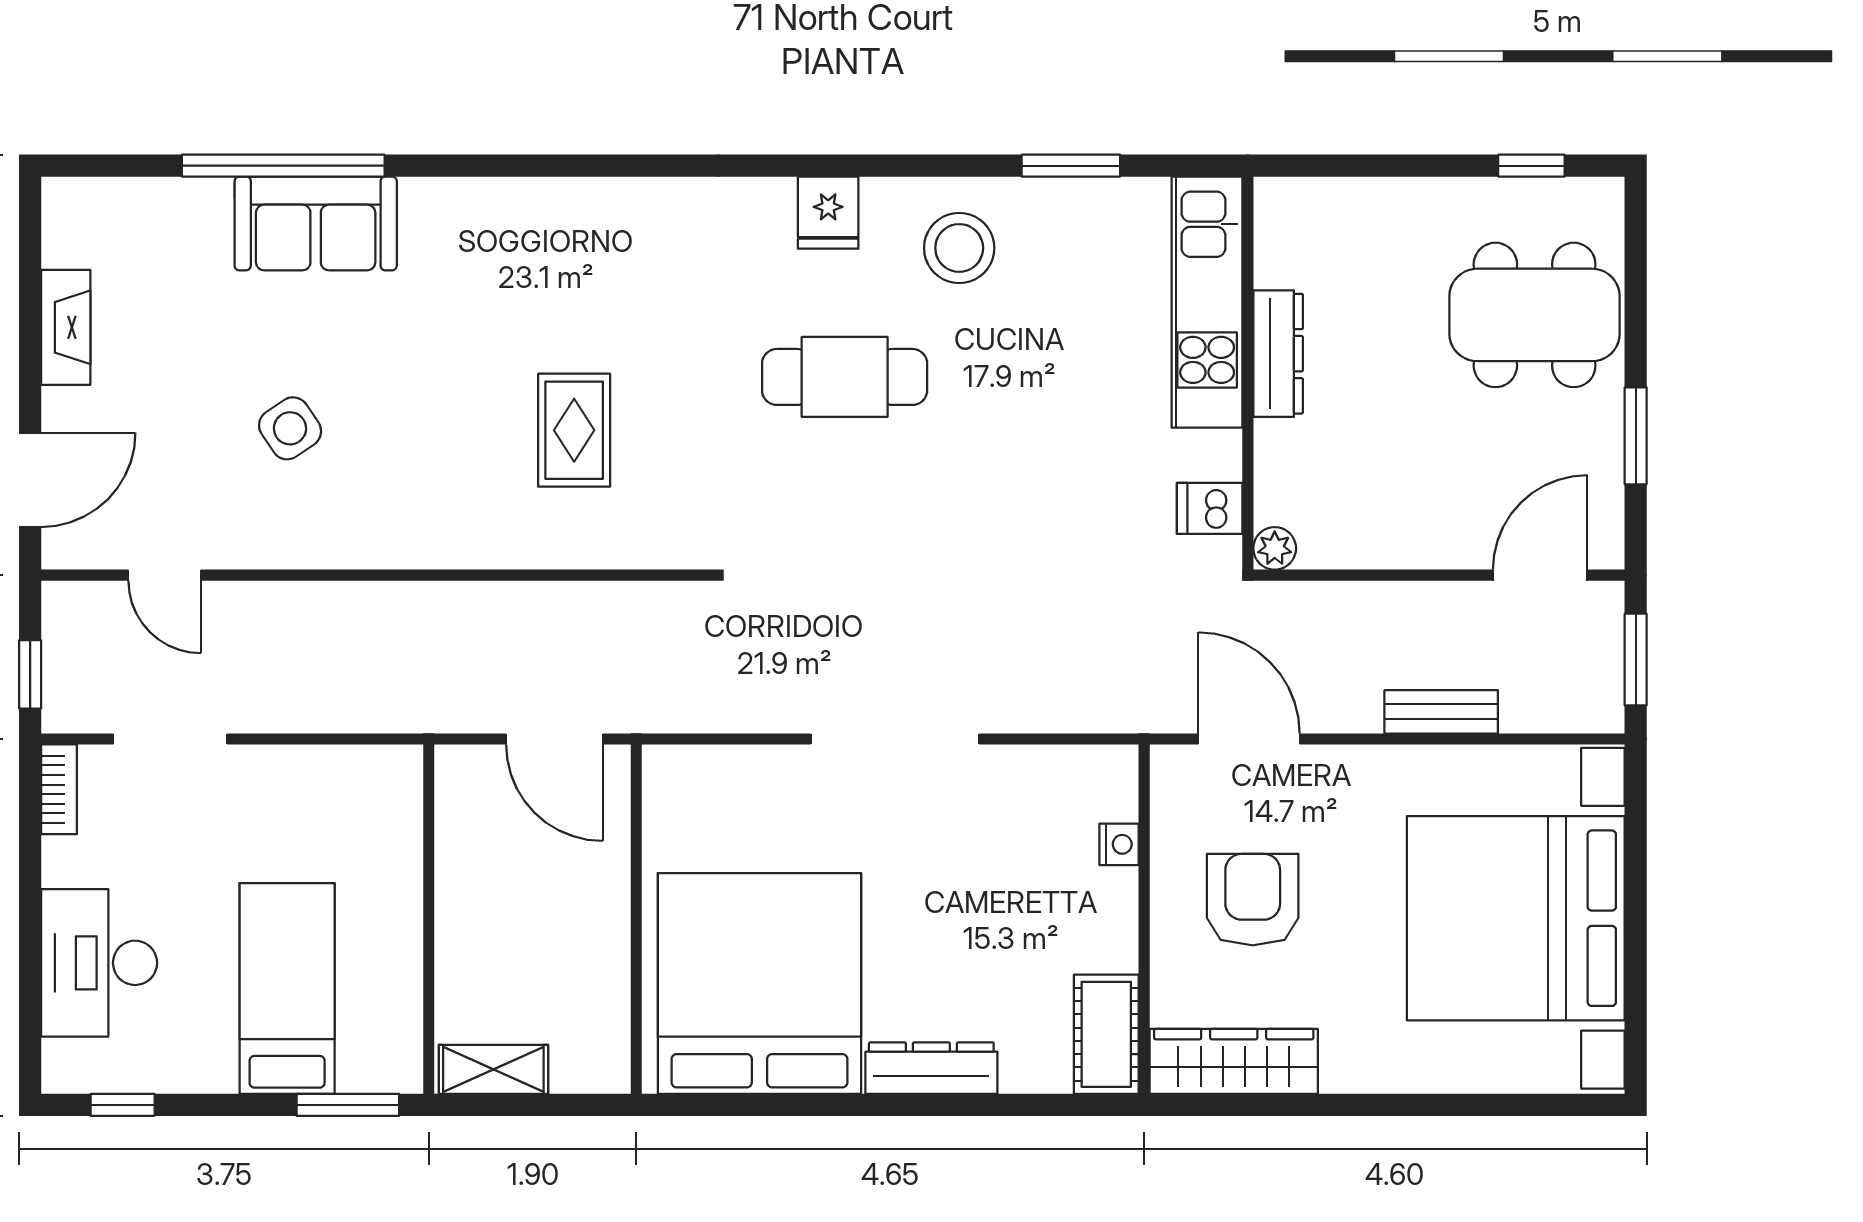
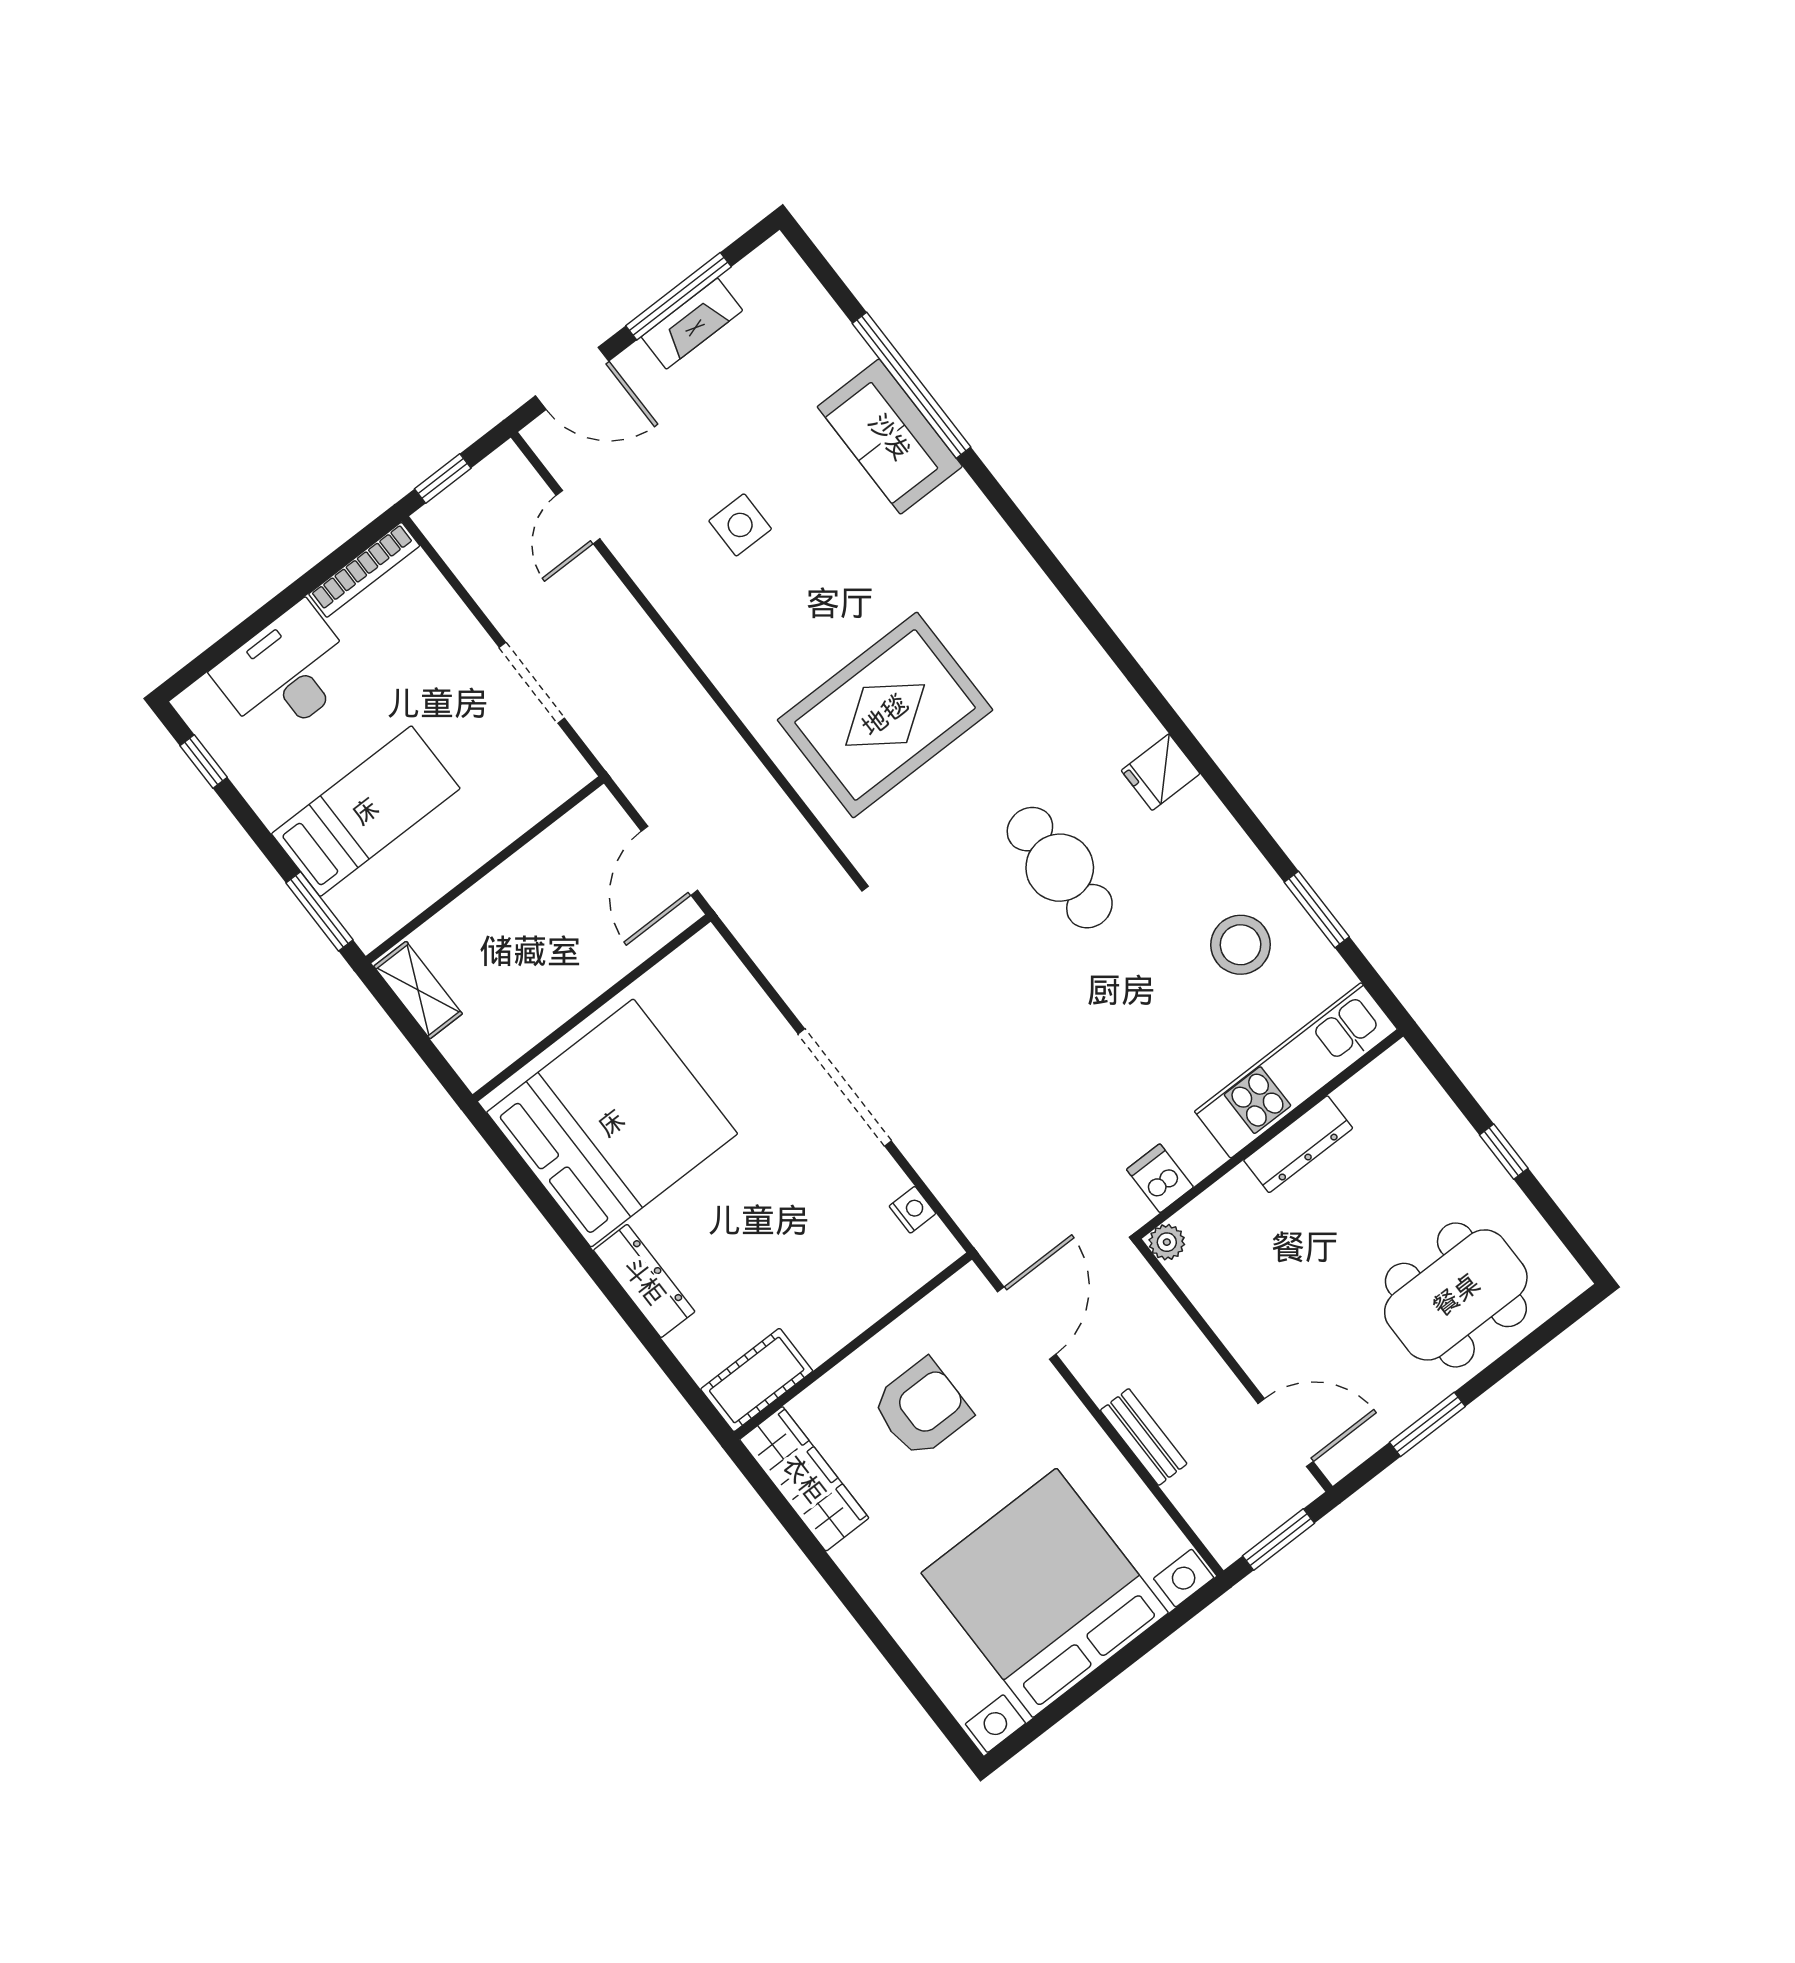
window: (1531, 166) -> (1504, 1152), moved
stool: (959, 248) -> (1241, 945), moved
dining table: (1535, 315) -> (1456, 1295), turned 90
window: (30, 320) -> (678, 296), added
side table: (290, 428) -> (740, 525), turned 34
rug: (574, 430) -> (885, 715), width x1.86, depth x2.06
doorway: (170, 739) -> (532, 683), moved
bookcase: (59, 789) -> (364, 570), width x1.56
nightstand: (1119, 844) -> (912, 1210), moved, turned -90

